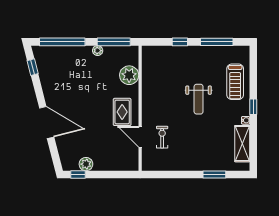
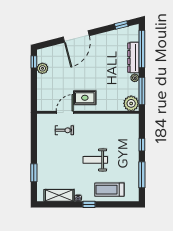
dresser: (73, 52) -> (133, 58), added
plant: (129, 75) -> (131, 103), moved

